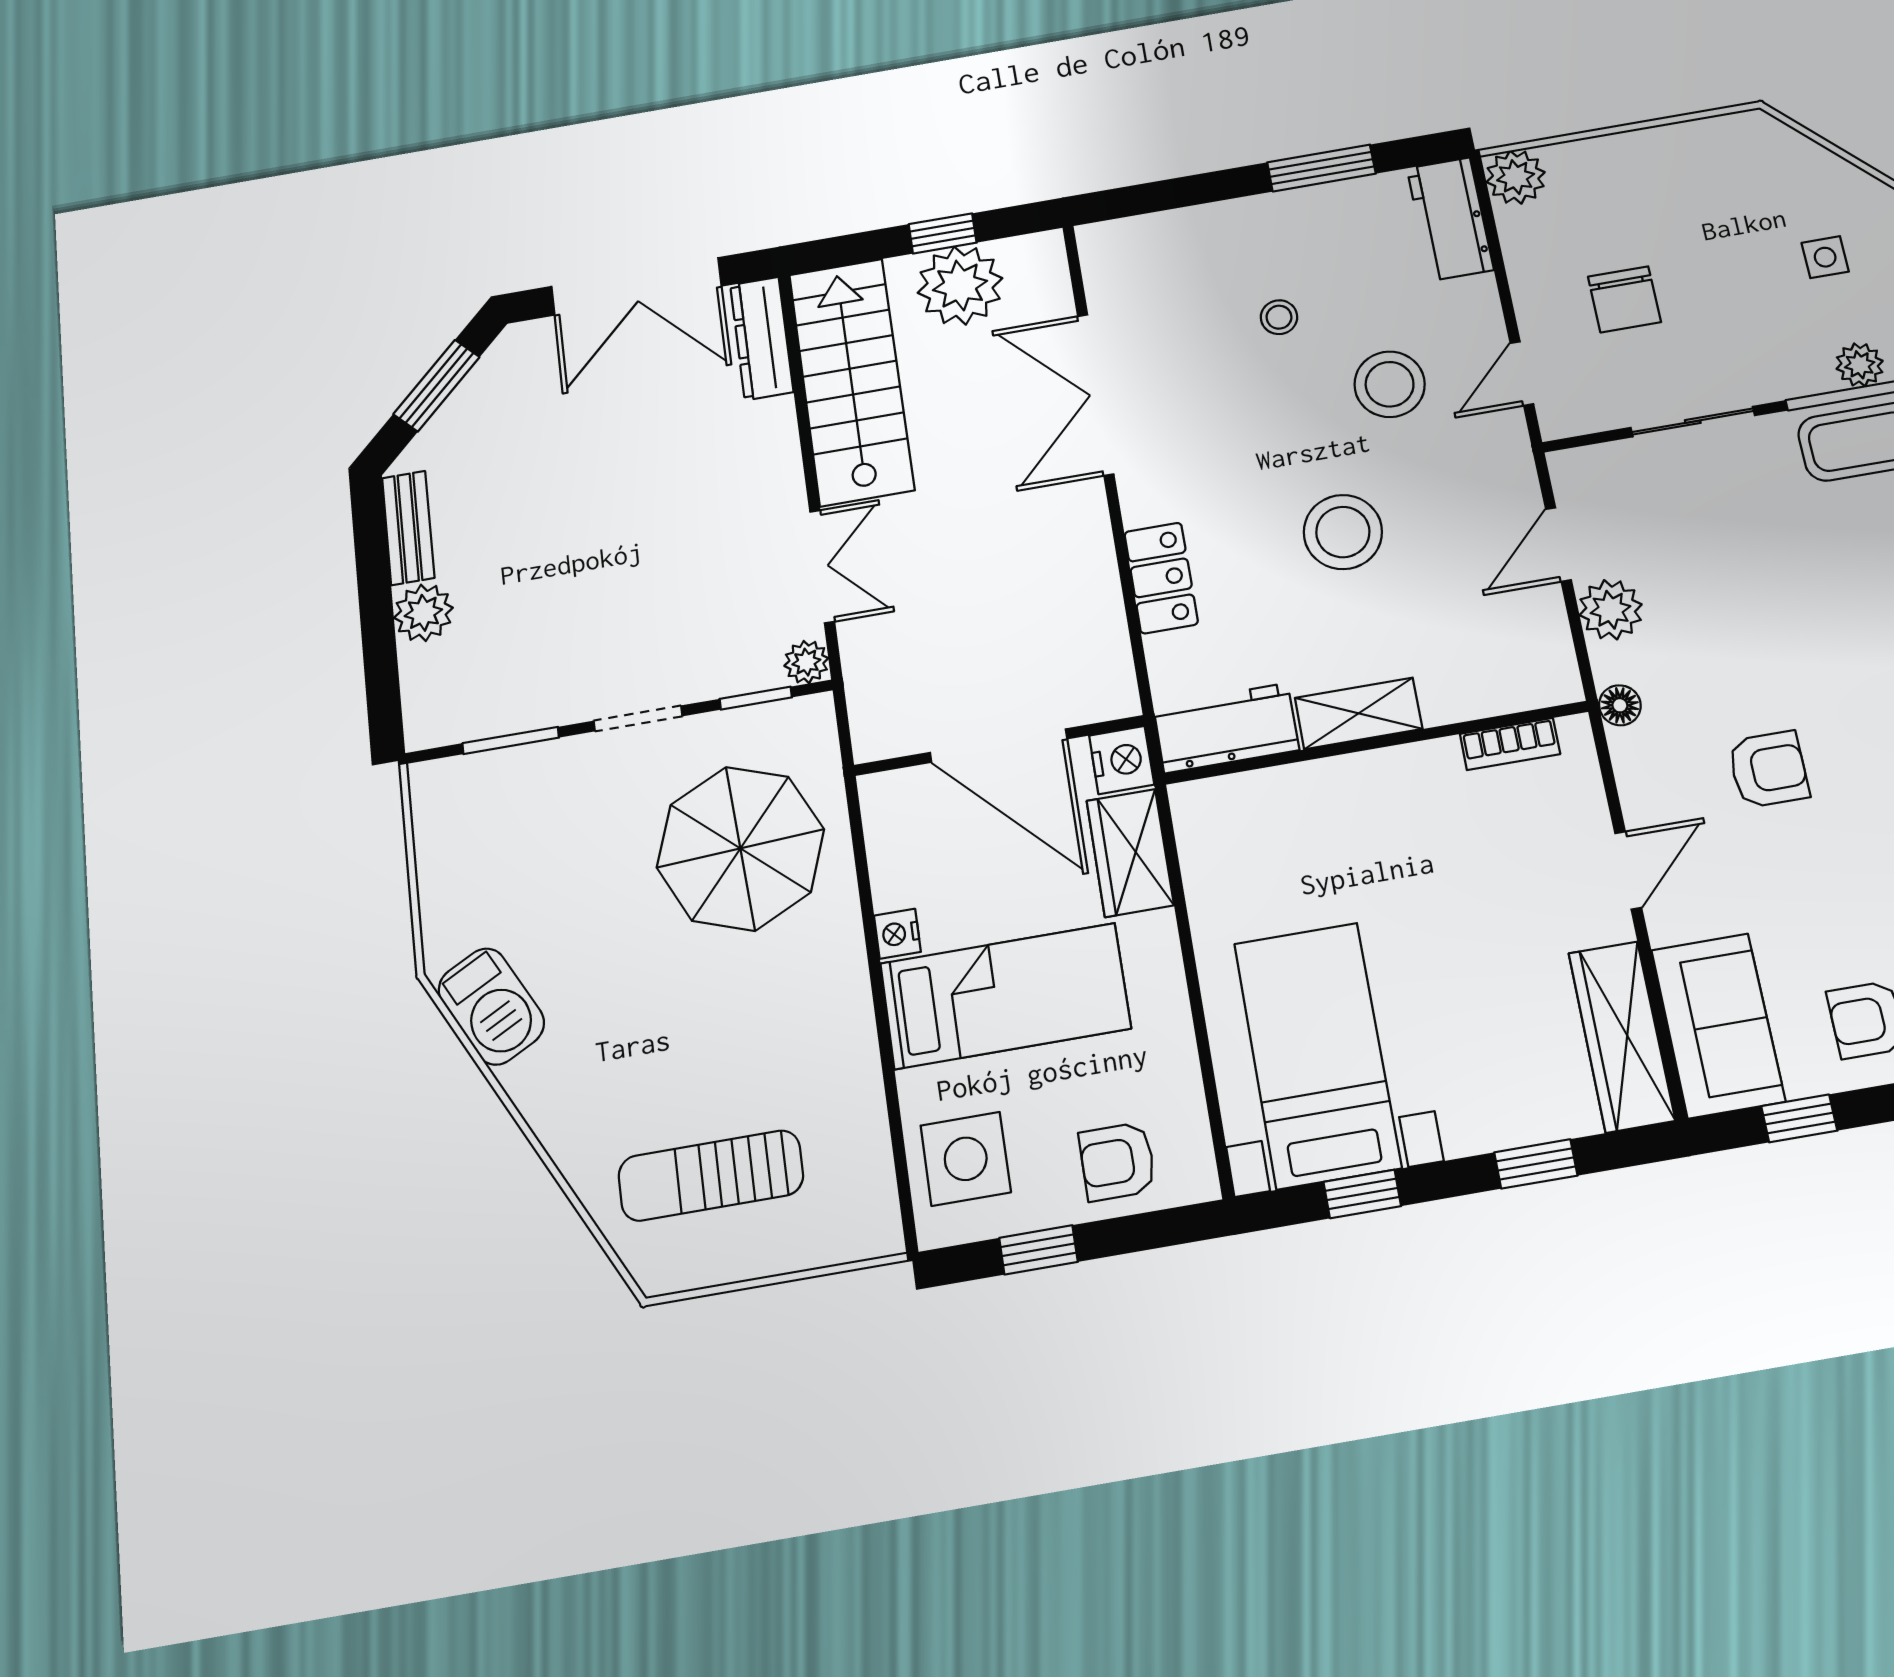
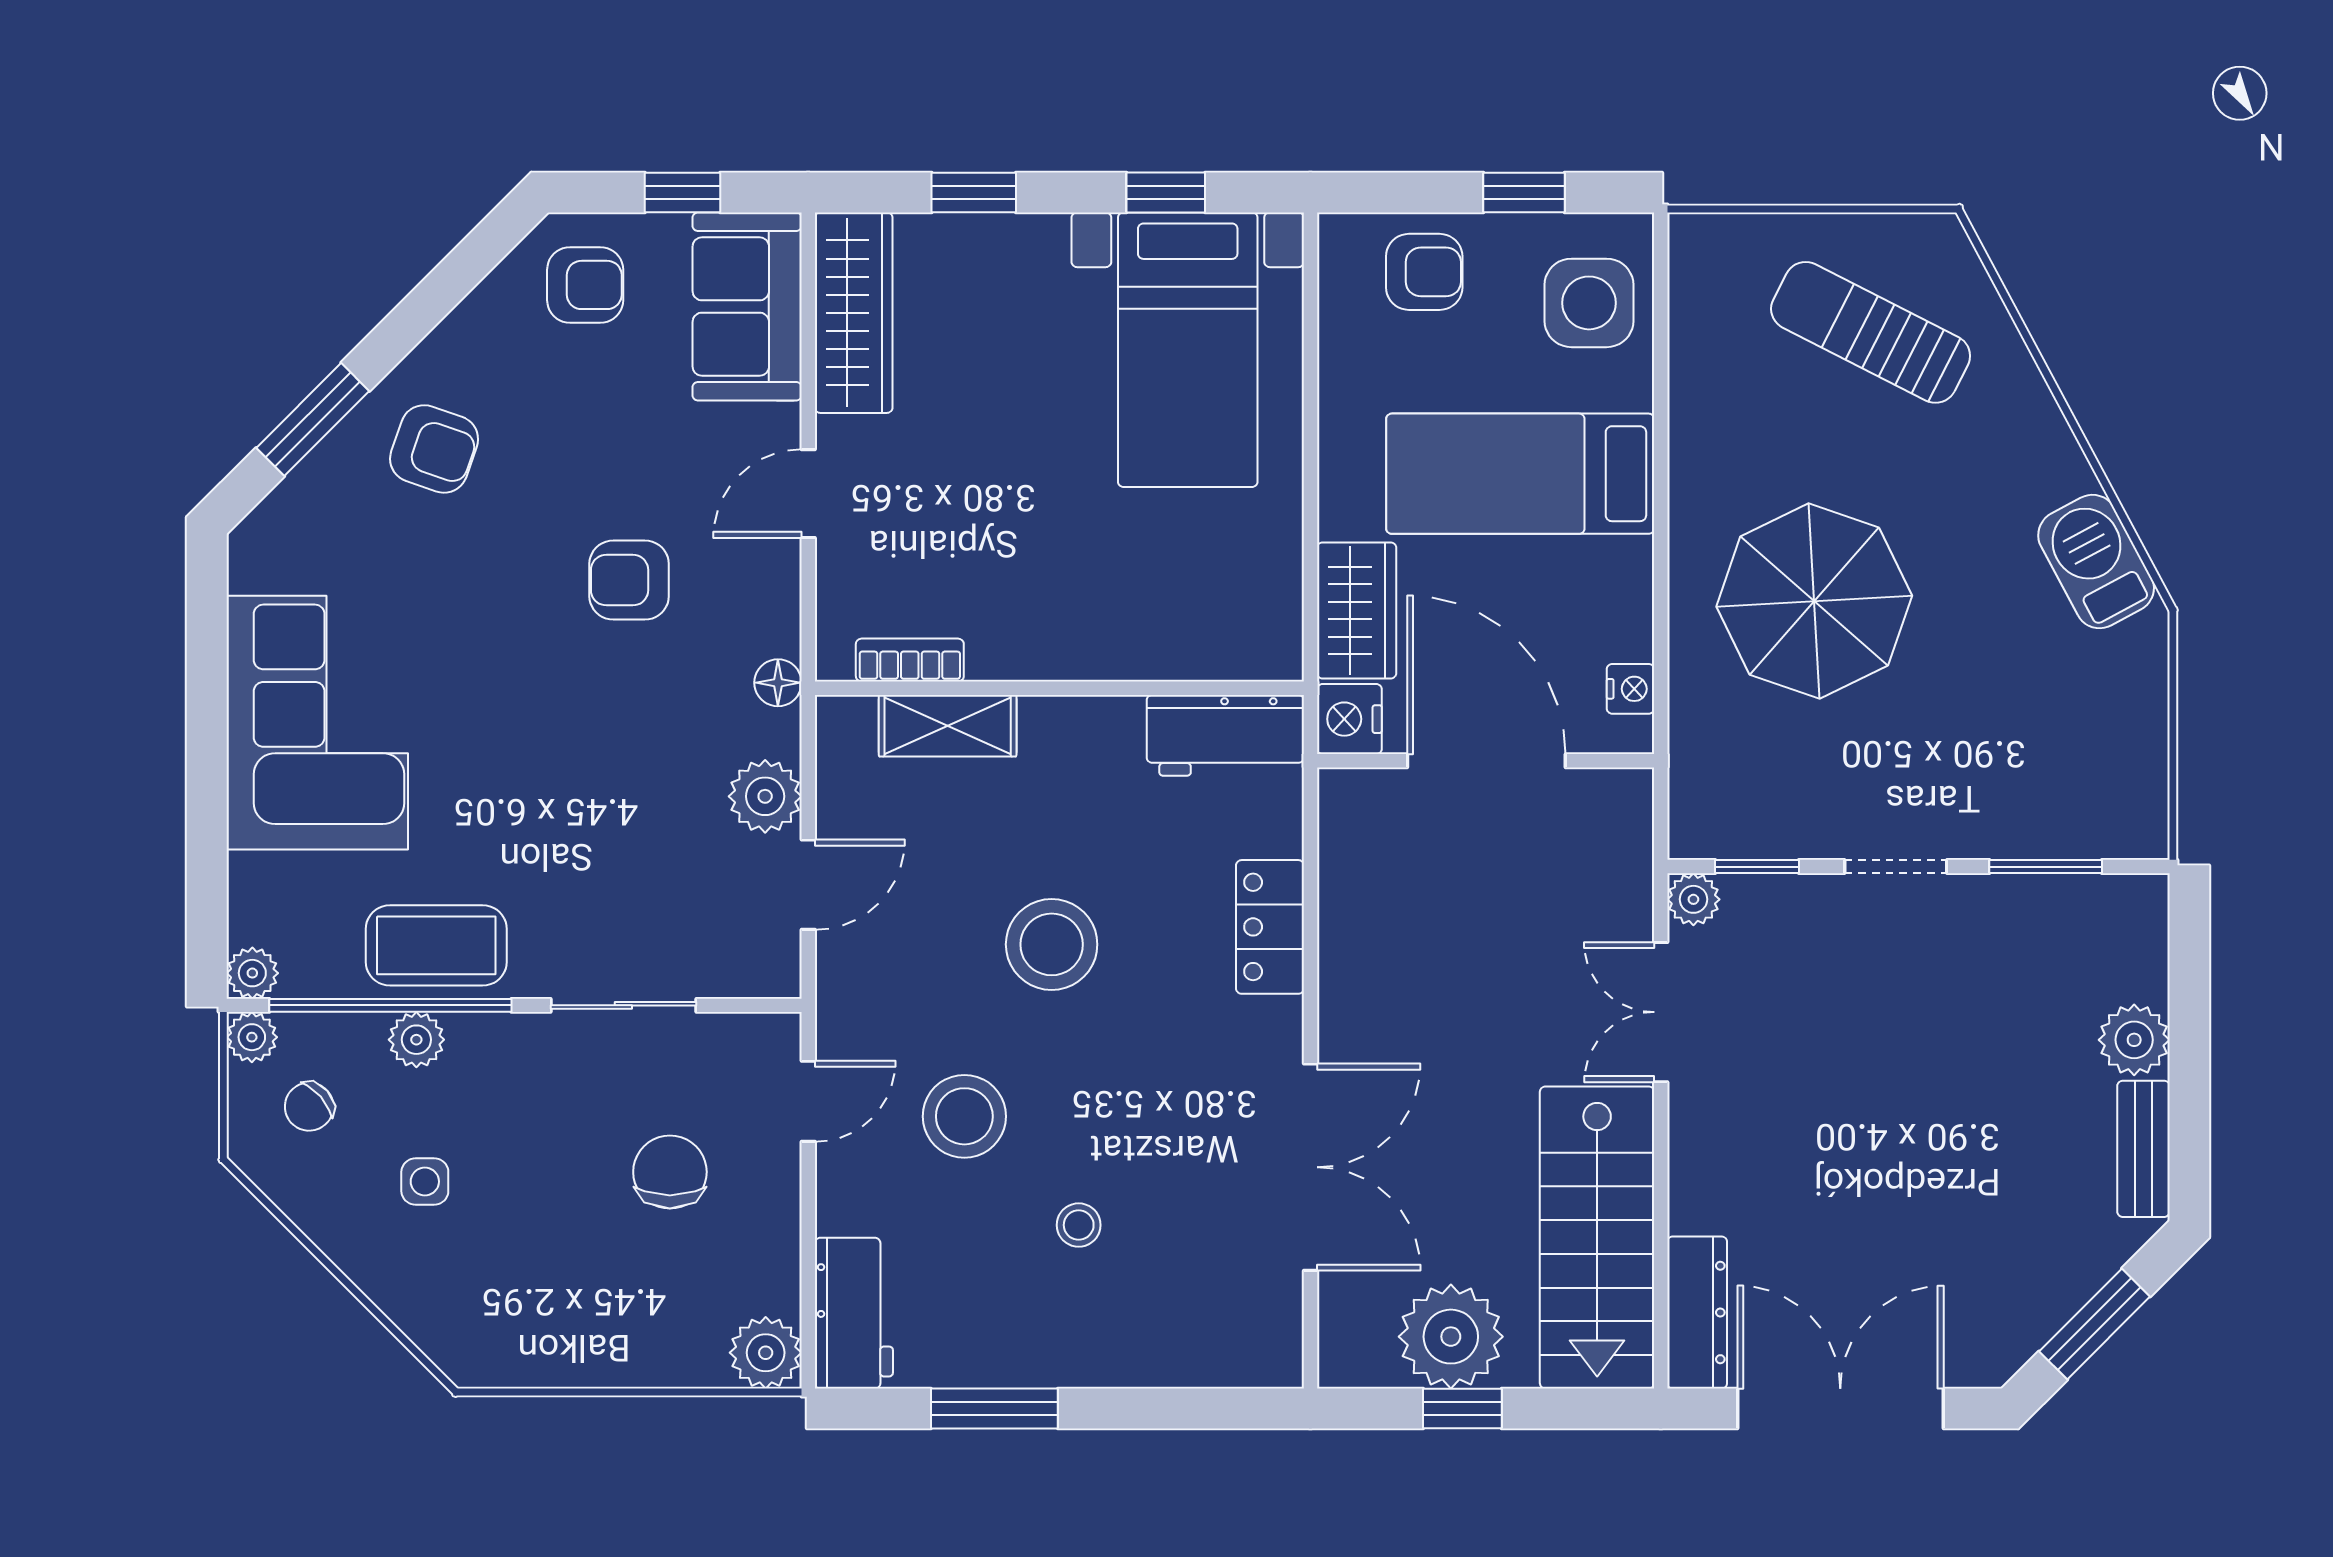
shelving: (1359, 713) -> (948, 726), moved
parasol: (740, 848) -> (1814, 601), moved
nightstand: (897, 934) -> (1630, 689), moved
sun lounger: (711, 1176) -> (1871, 332), turned -153

